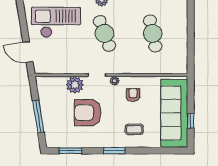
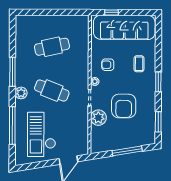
cafe table: (104, 33) -> (52, 91), turned 42
window: (191, 121) -> (112, 12), moved

